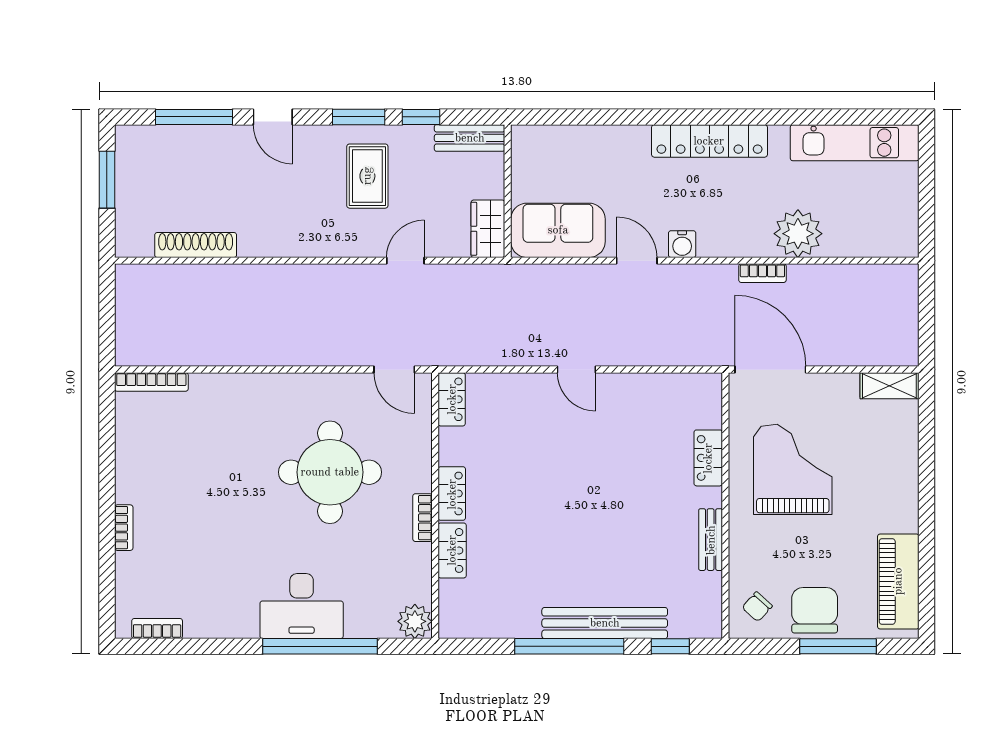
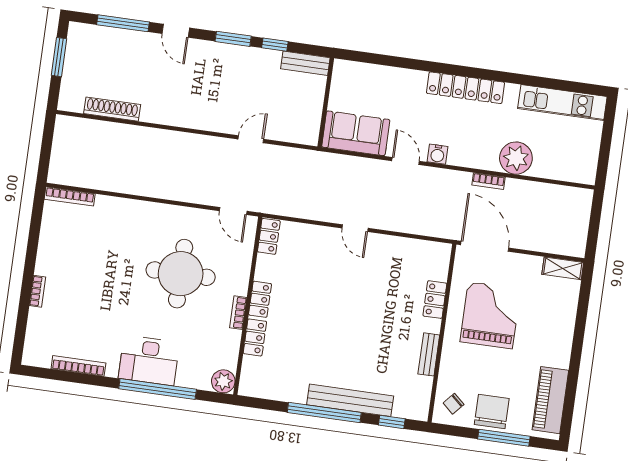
rug: (367, 176) -> (233, 79), removed
wardrobe: (488, 229) -> (309, 126), removed
bookcase: (157, 629) -> (78, 366), moved, width x1.56

